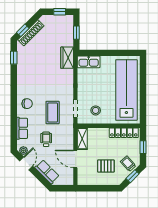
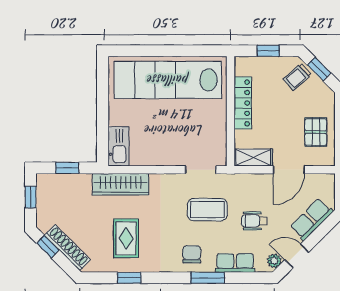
window: (23, 30) -> (48, 247), moved
window: (14, 58) -> (129, 278), moved
wardrobe: (67, 58) -> (121, 184), width x1.50
rug: (36, 66) -> (126, 238), added
stool: (96, 110) -> (204, 134), removed
window: (14, 113) -> (208, 278), added
locker: (124, 133) -> (243, 103), moved
pallet: (106, 166) -> (316, 132), moved

